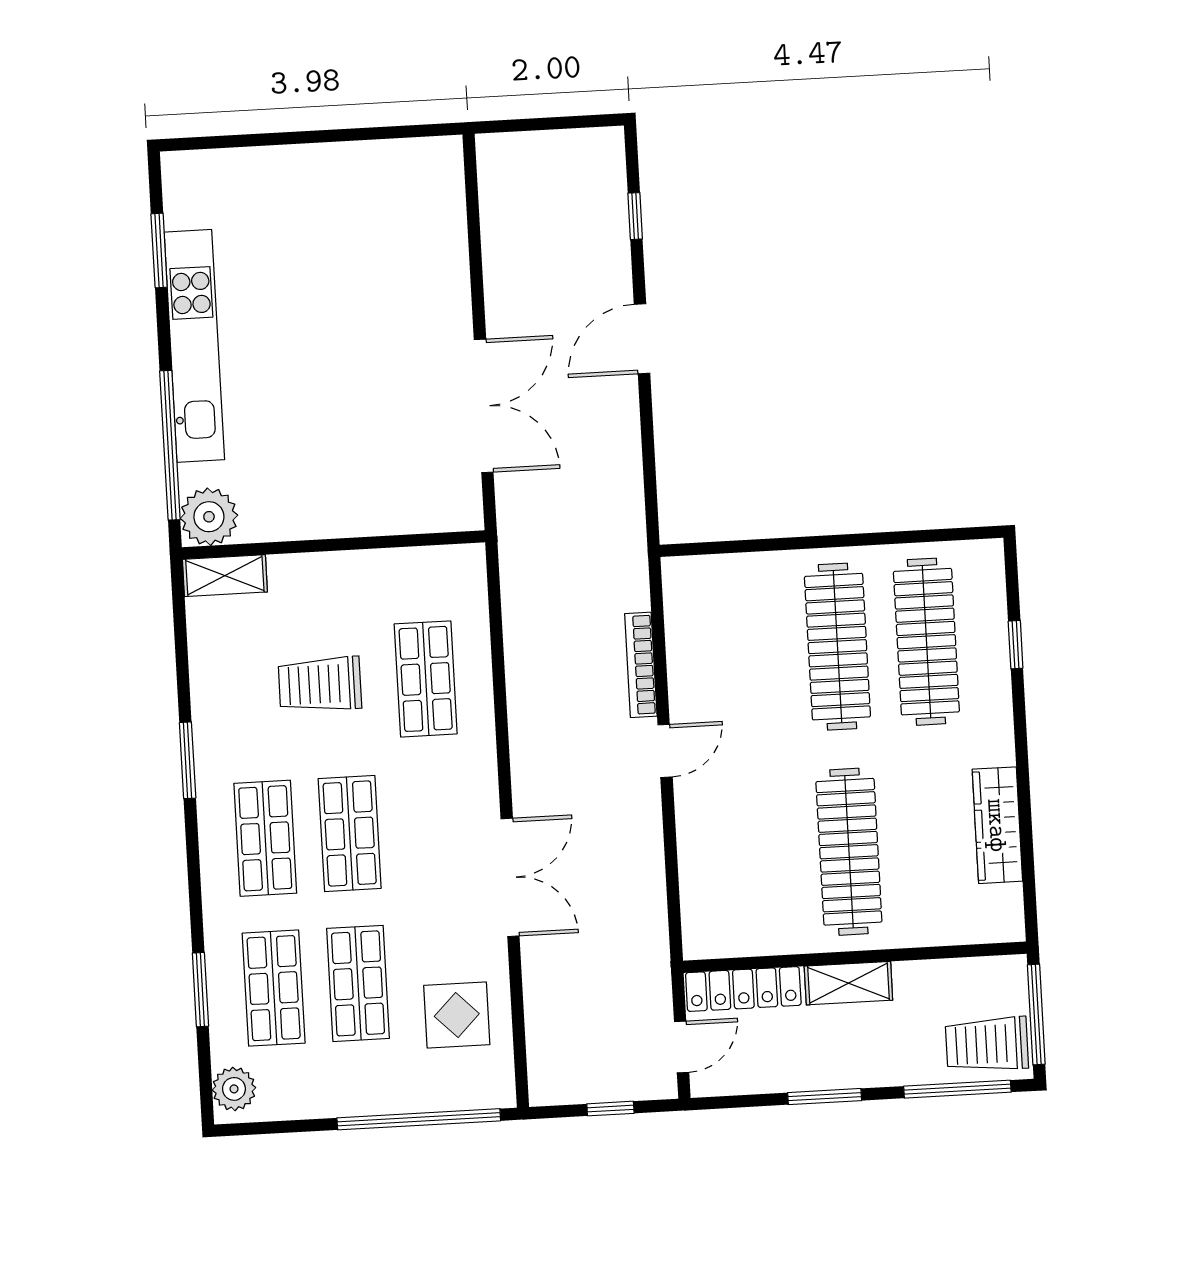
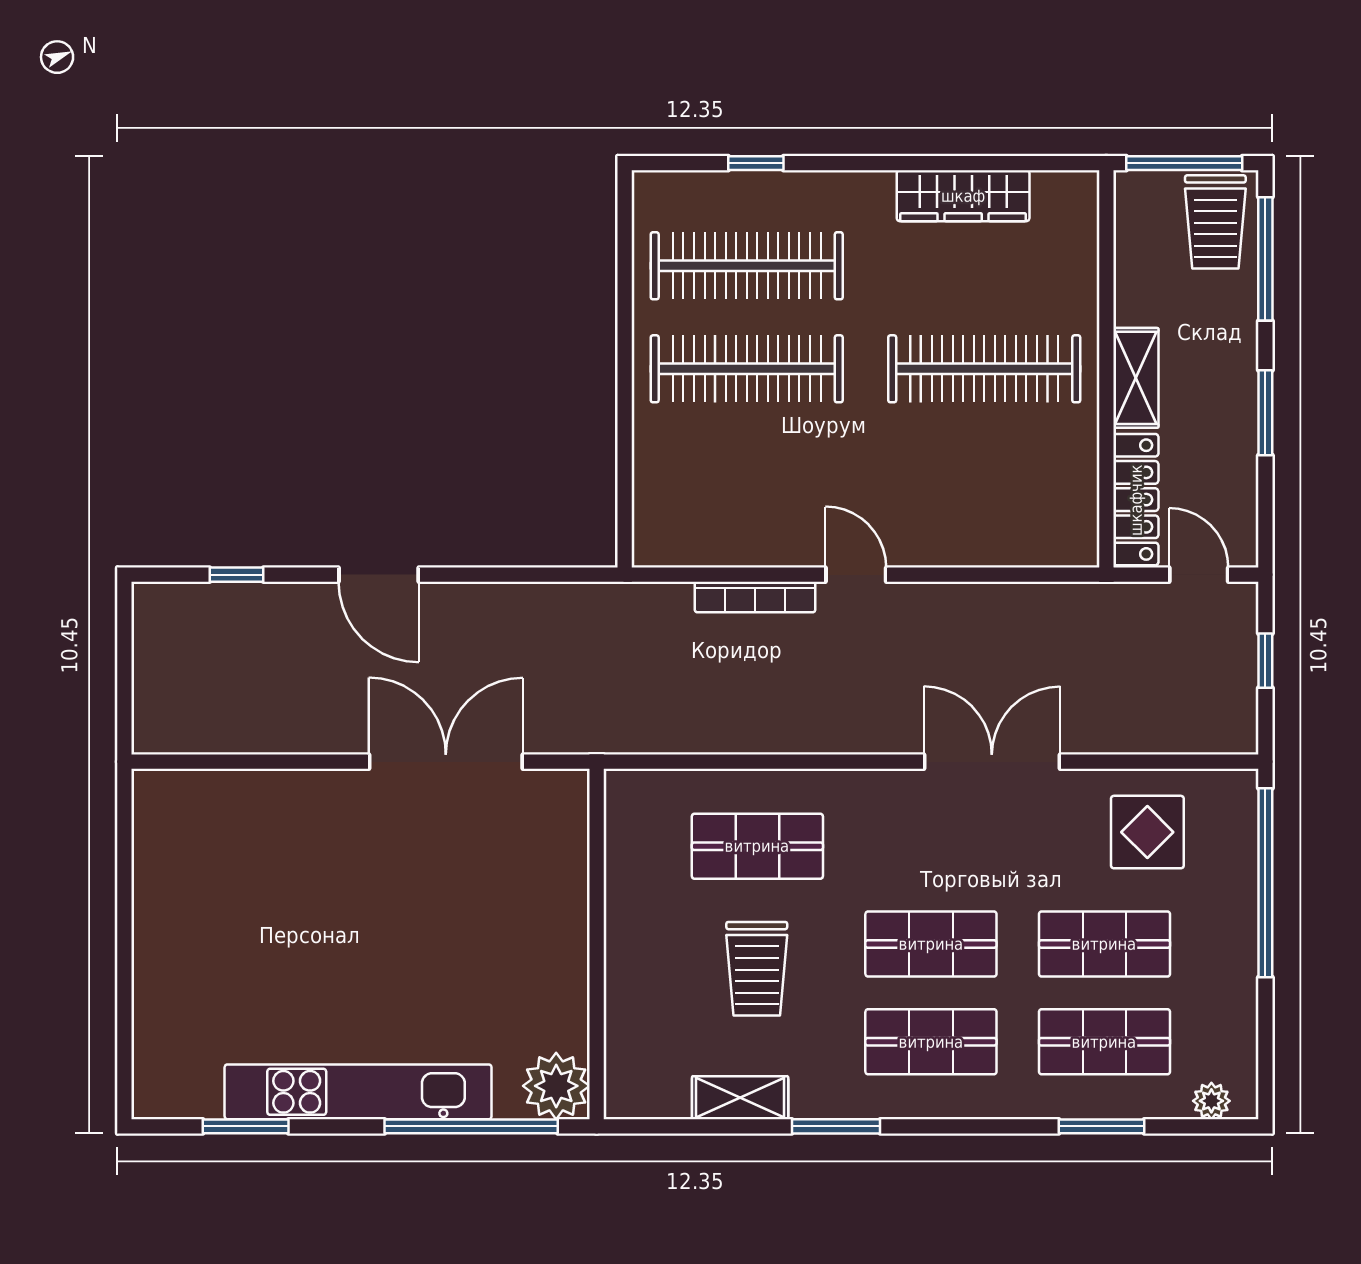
shelving: (225, 576) -> (740, 1098), moved, turned 90
plant: (234, 1089) -> (1211, 1101), width x0.73, depth x0.73

